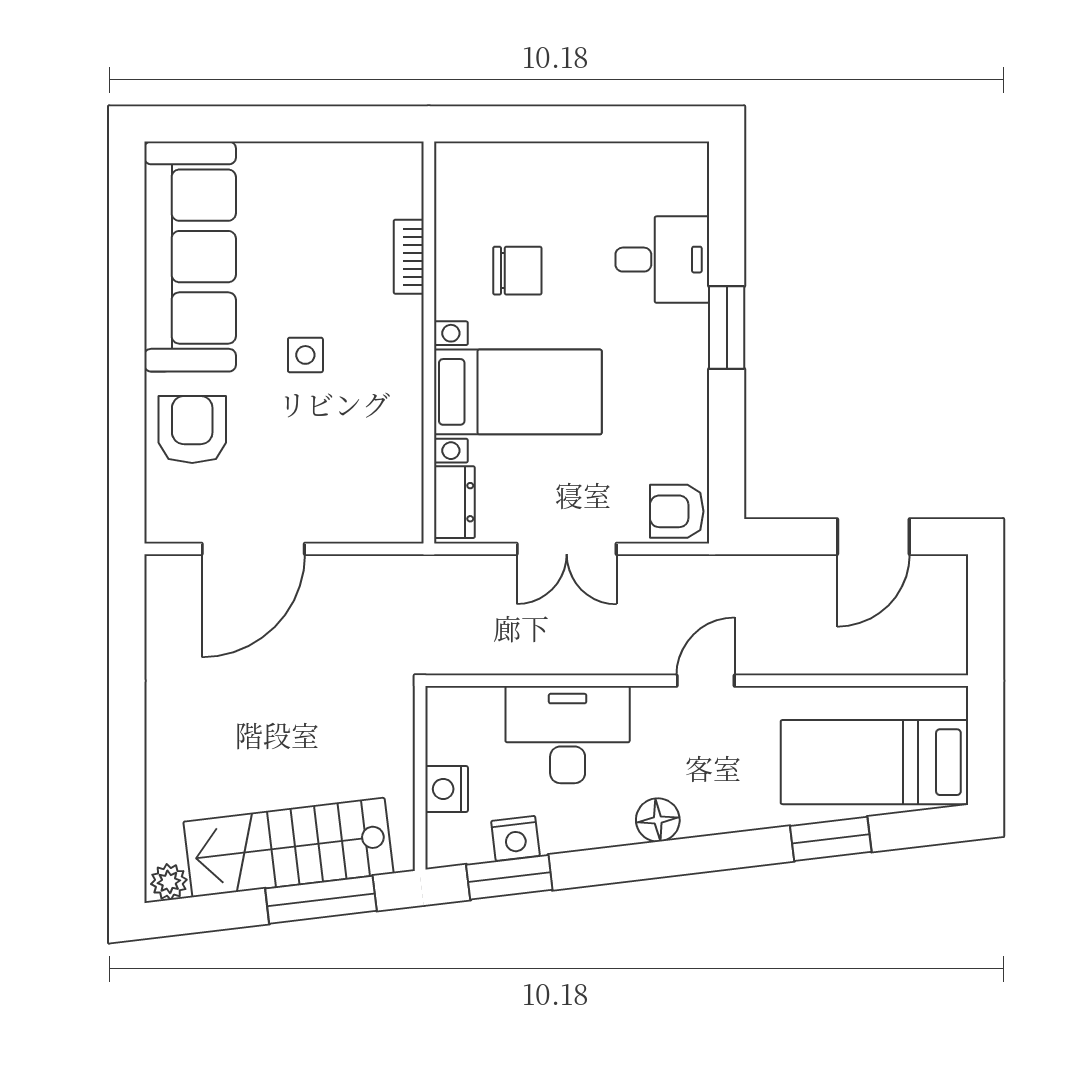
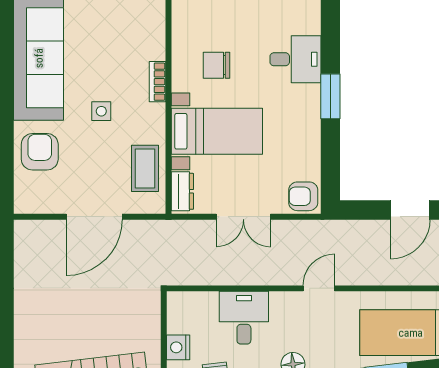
bookcase: (409, 257) -> (157, 82), moved
chair: (517, 271) -> (217, 65), turned 180
coffee table: (386, 460) -> (145, 168), added
door: (253, 549) -> (94, 217), moved
desk: (568, 735) -> (244, 318), width x0.73

